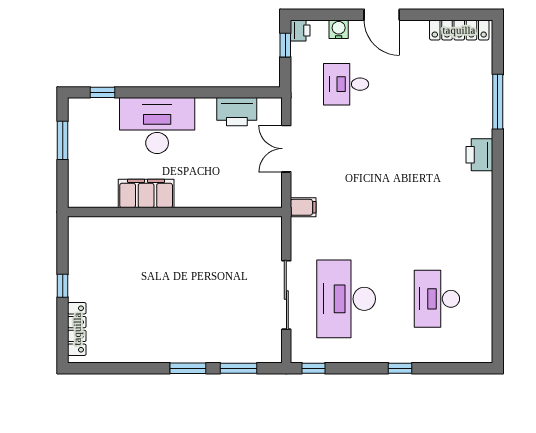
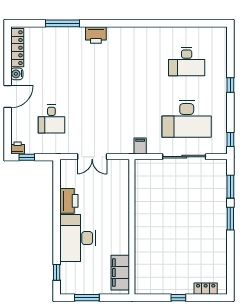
water cooler: (339, 29) -> (17, 74), moved
printer: (237, 112) -> (69, 201), moved
filing cabinet: (146, 193) -> (120, 273), moved
filing cabinet: (303, 207) -> (140, 146), moved
locker: (77, 329) -> (206, 289), width x0.66

